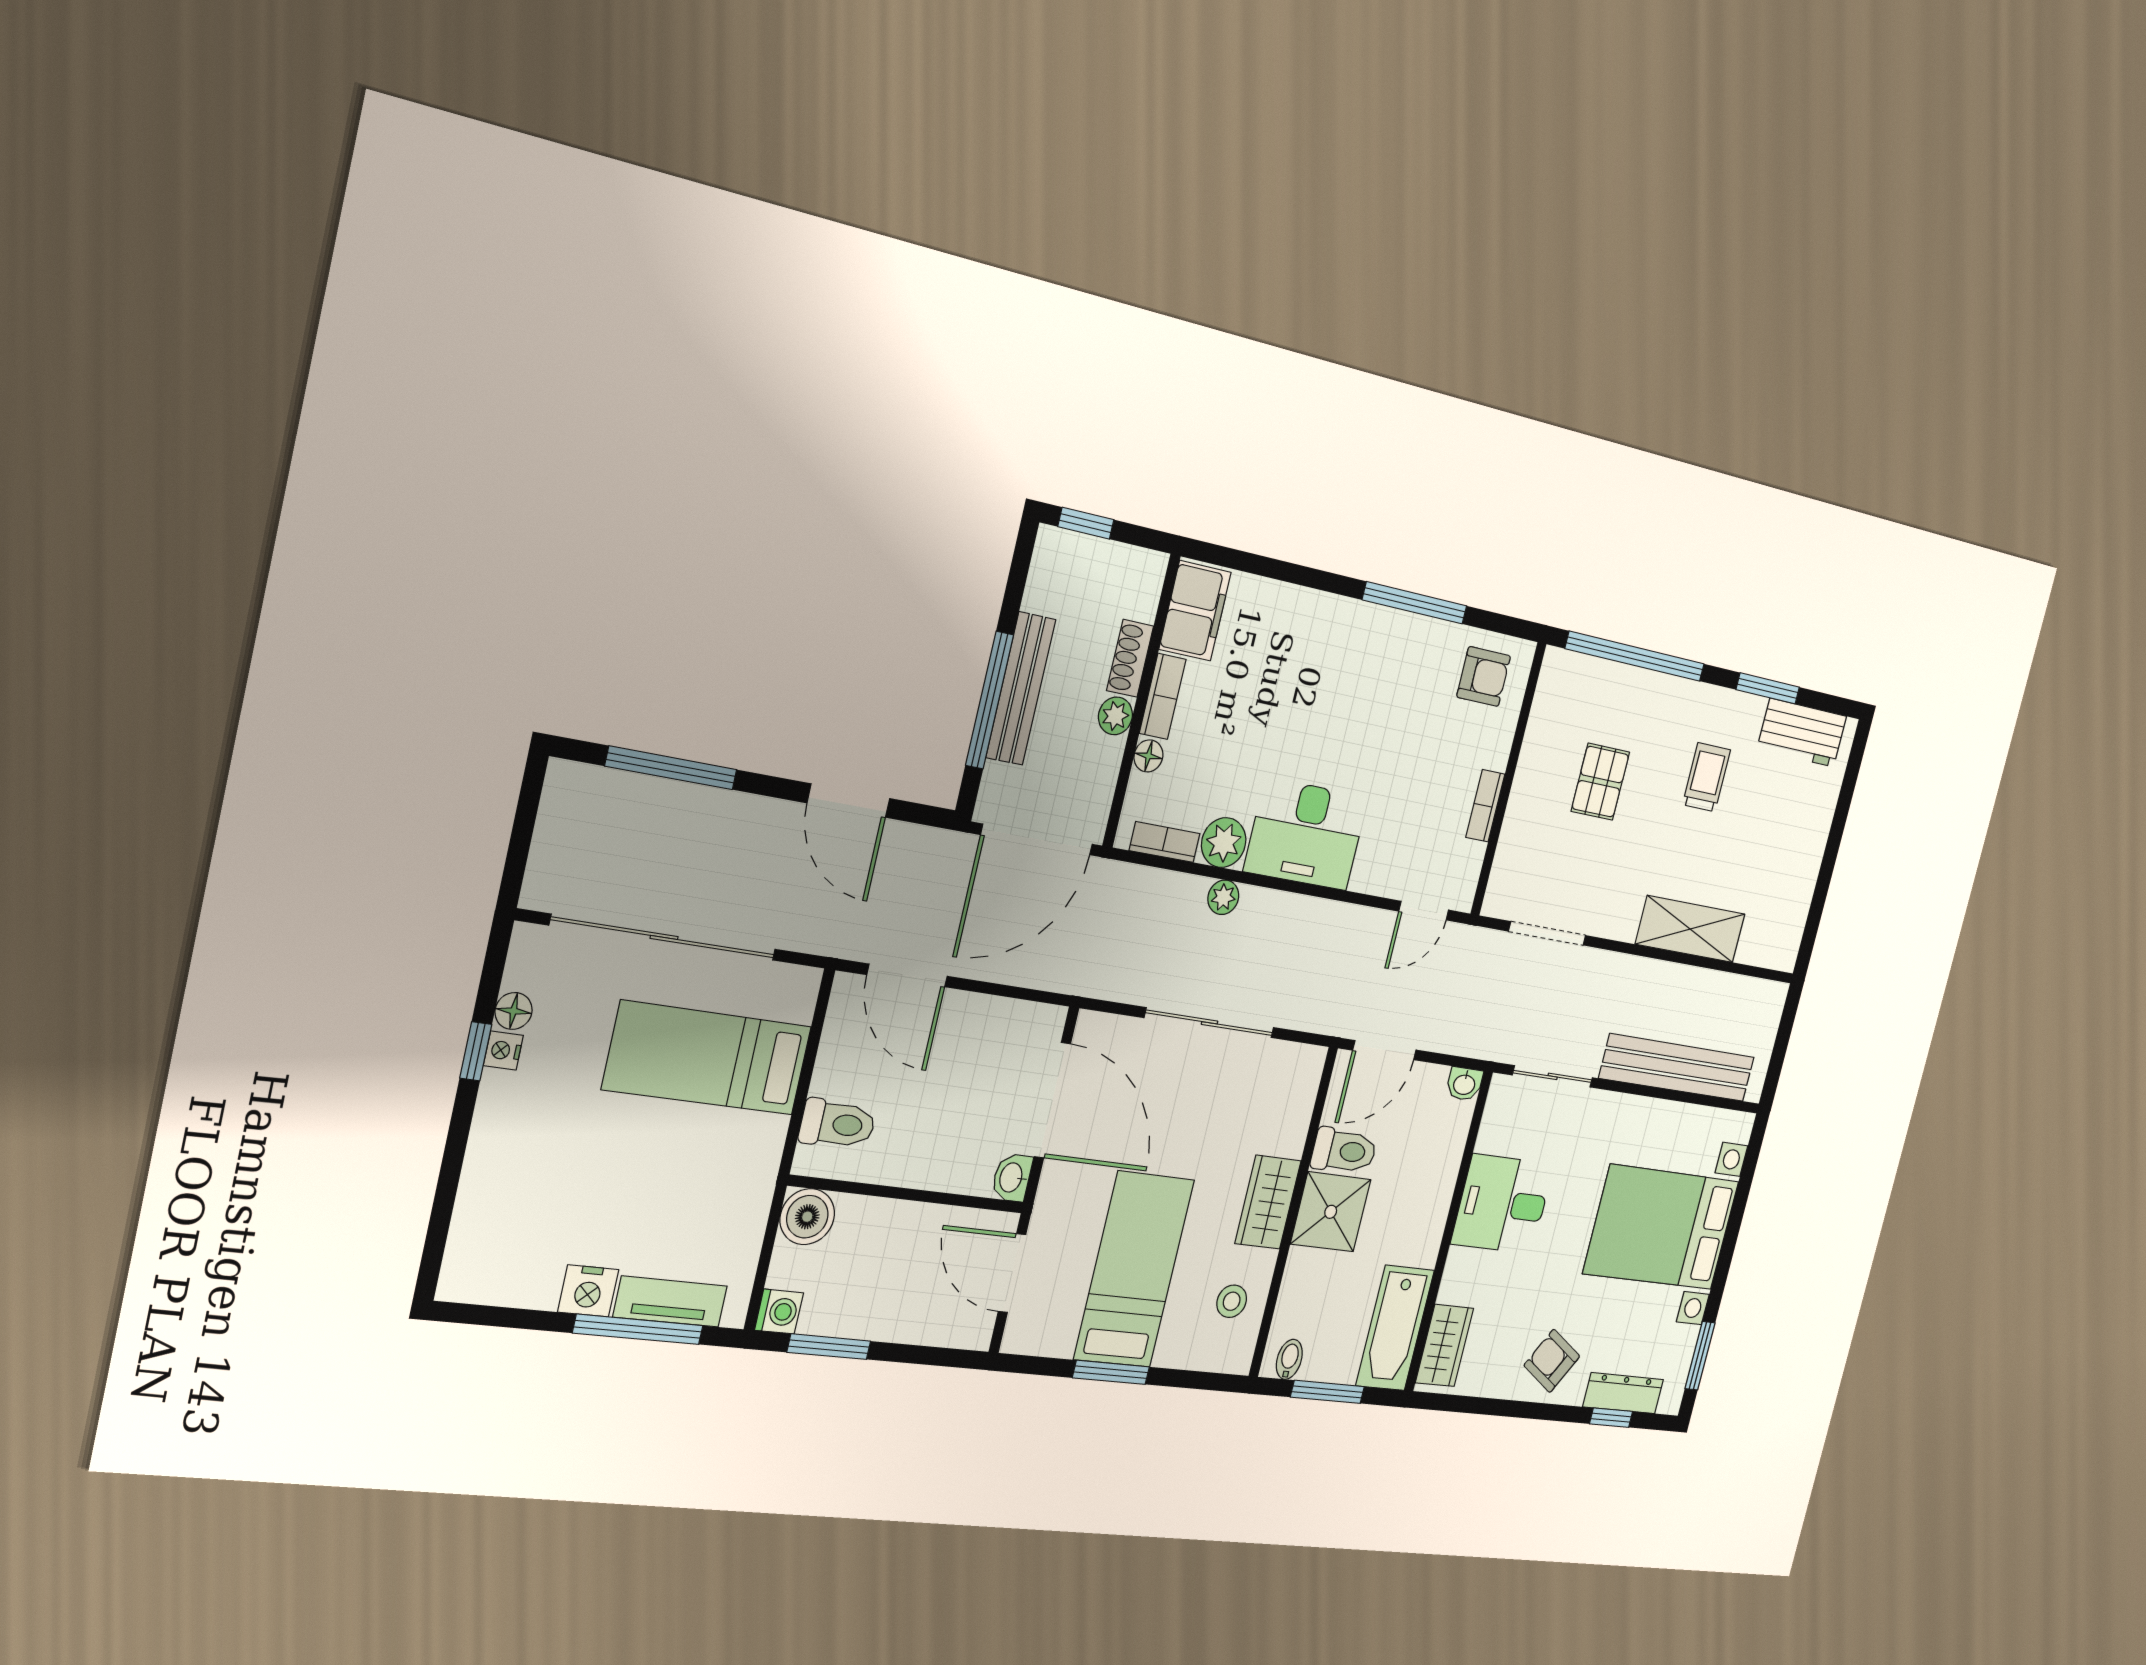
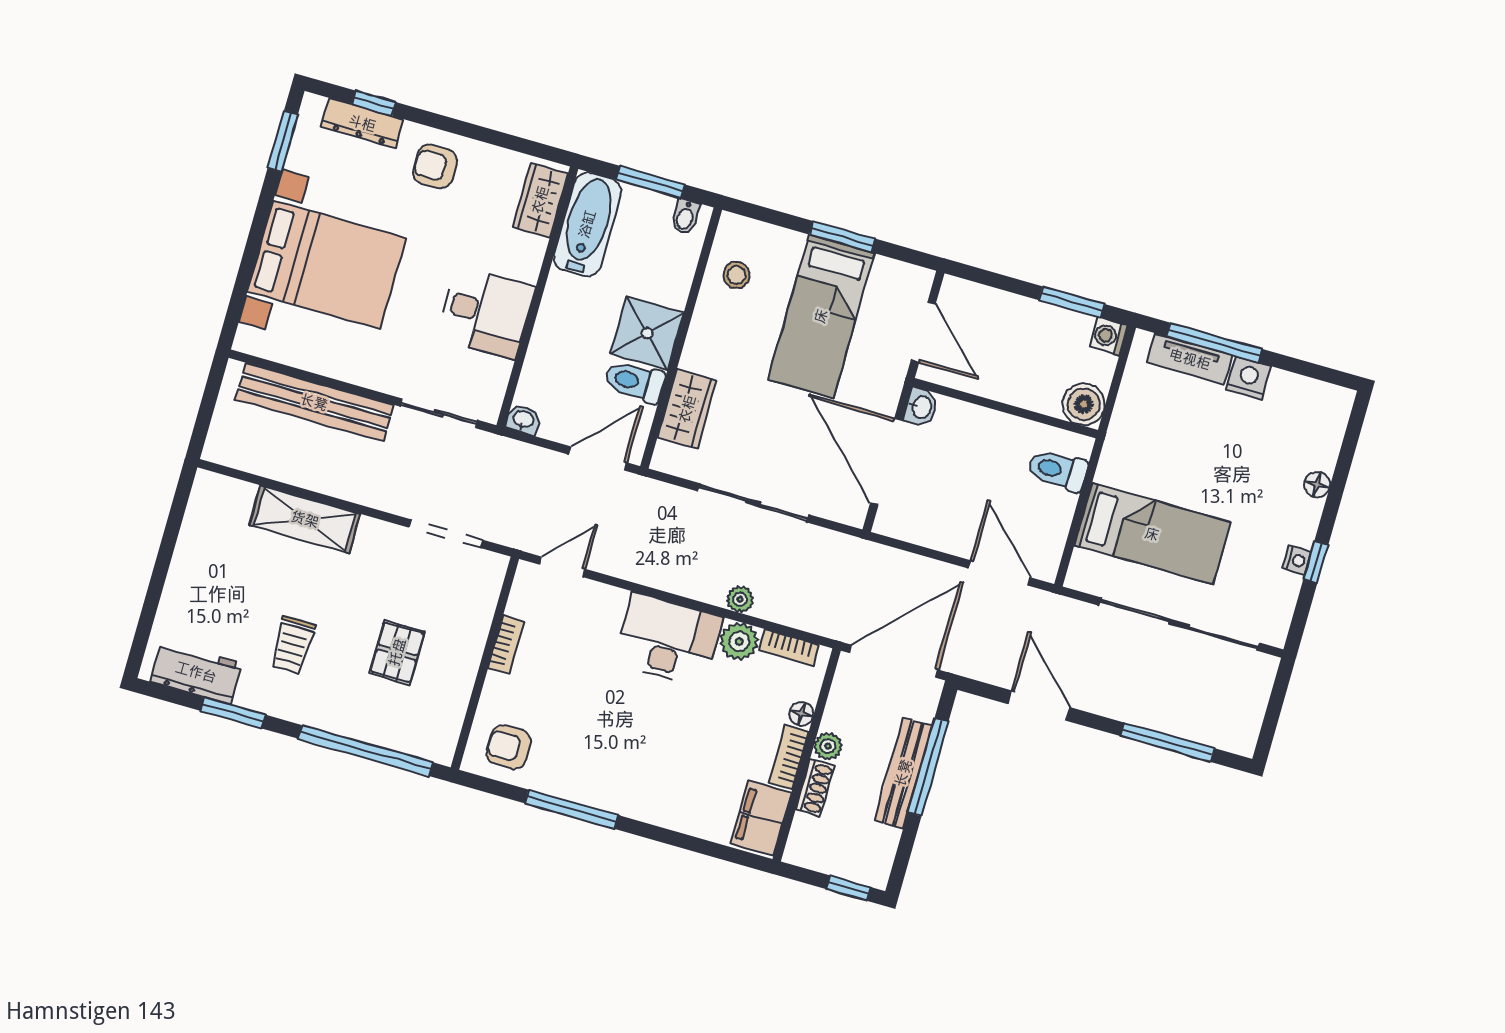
floor lamp: (514, 1011) -> (1317, 485), moved
wardrobe: (1268, 1202) -> (687, 409), moved
armchair: (1552, 1361) -> (435, 166), turned 148

